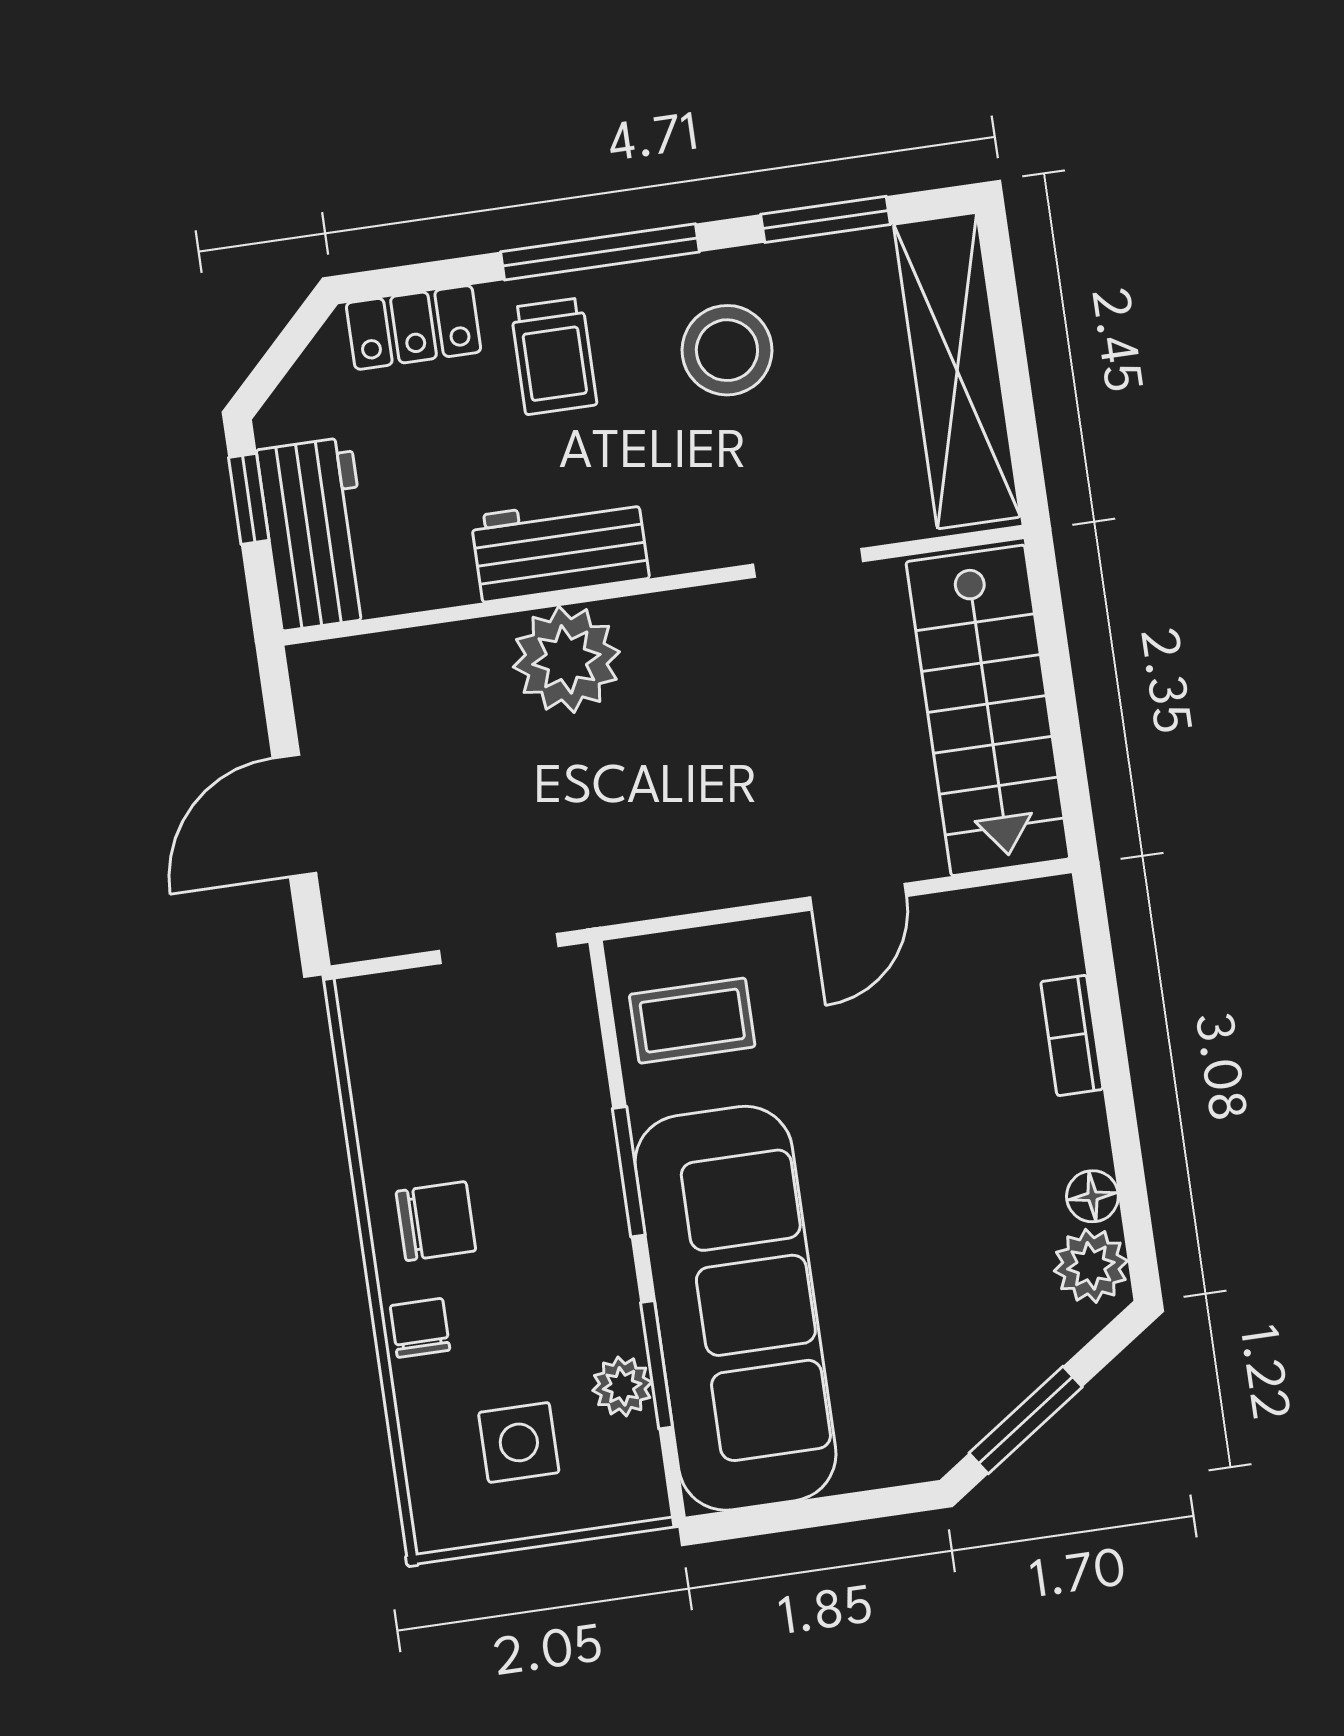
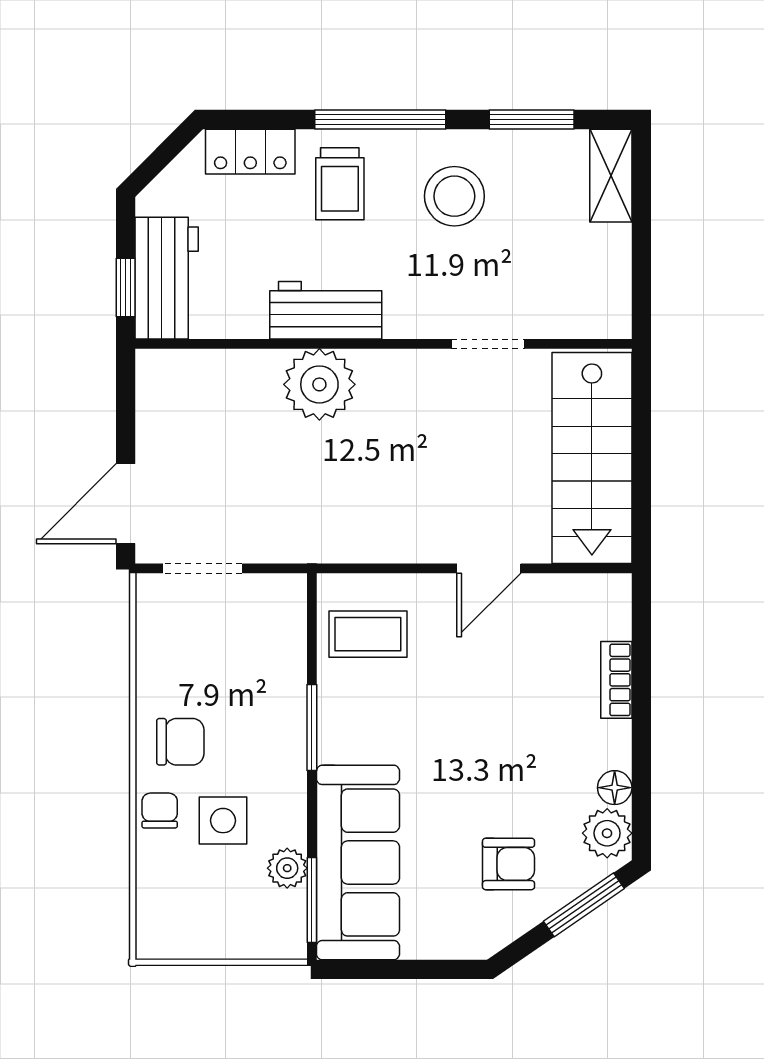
shelving: (957, 371) -> (611, 176), width x0.45, depth x0.75
window: (249, 499) -> (126, 288), moved
door: (294, 816) -> (126, 504), moved
doorway: (499, 949) -> (203, 568), moved
sofa: (736, 1308) -> (358, 863), width x0.74, depth x0.79
armchair: (951, 1333) -> (509, 864), added
window: (657, 1365) -> (312, 900), moved
window: (1026, 1420) -> (584, 905), moved
side table: (519, 1442) -> (223, 821), moved

